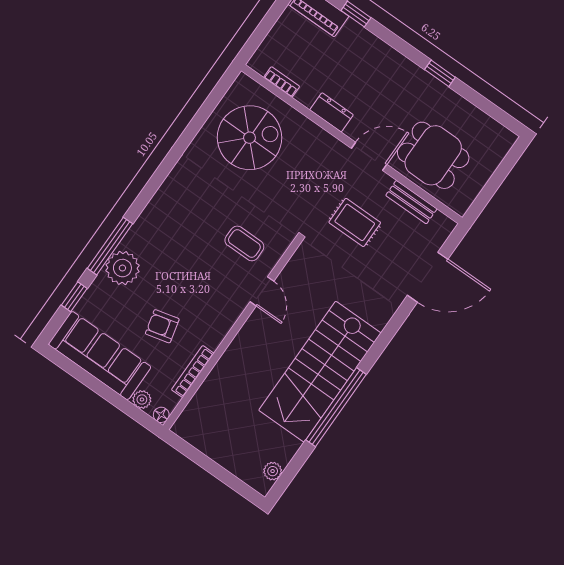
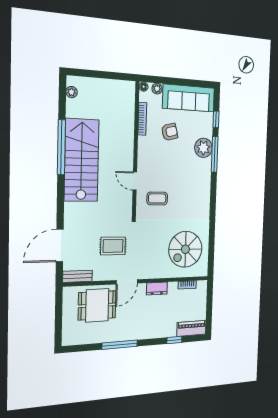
window: (440, 73) -> (120, 345), width x2.17
bench: (411, 202) -> (77, 276), moved

